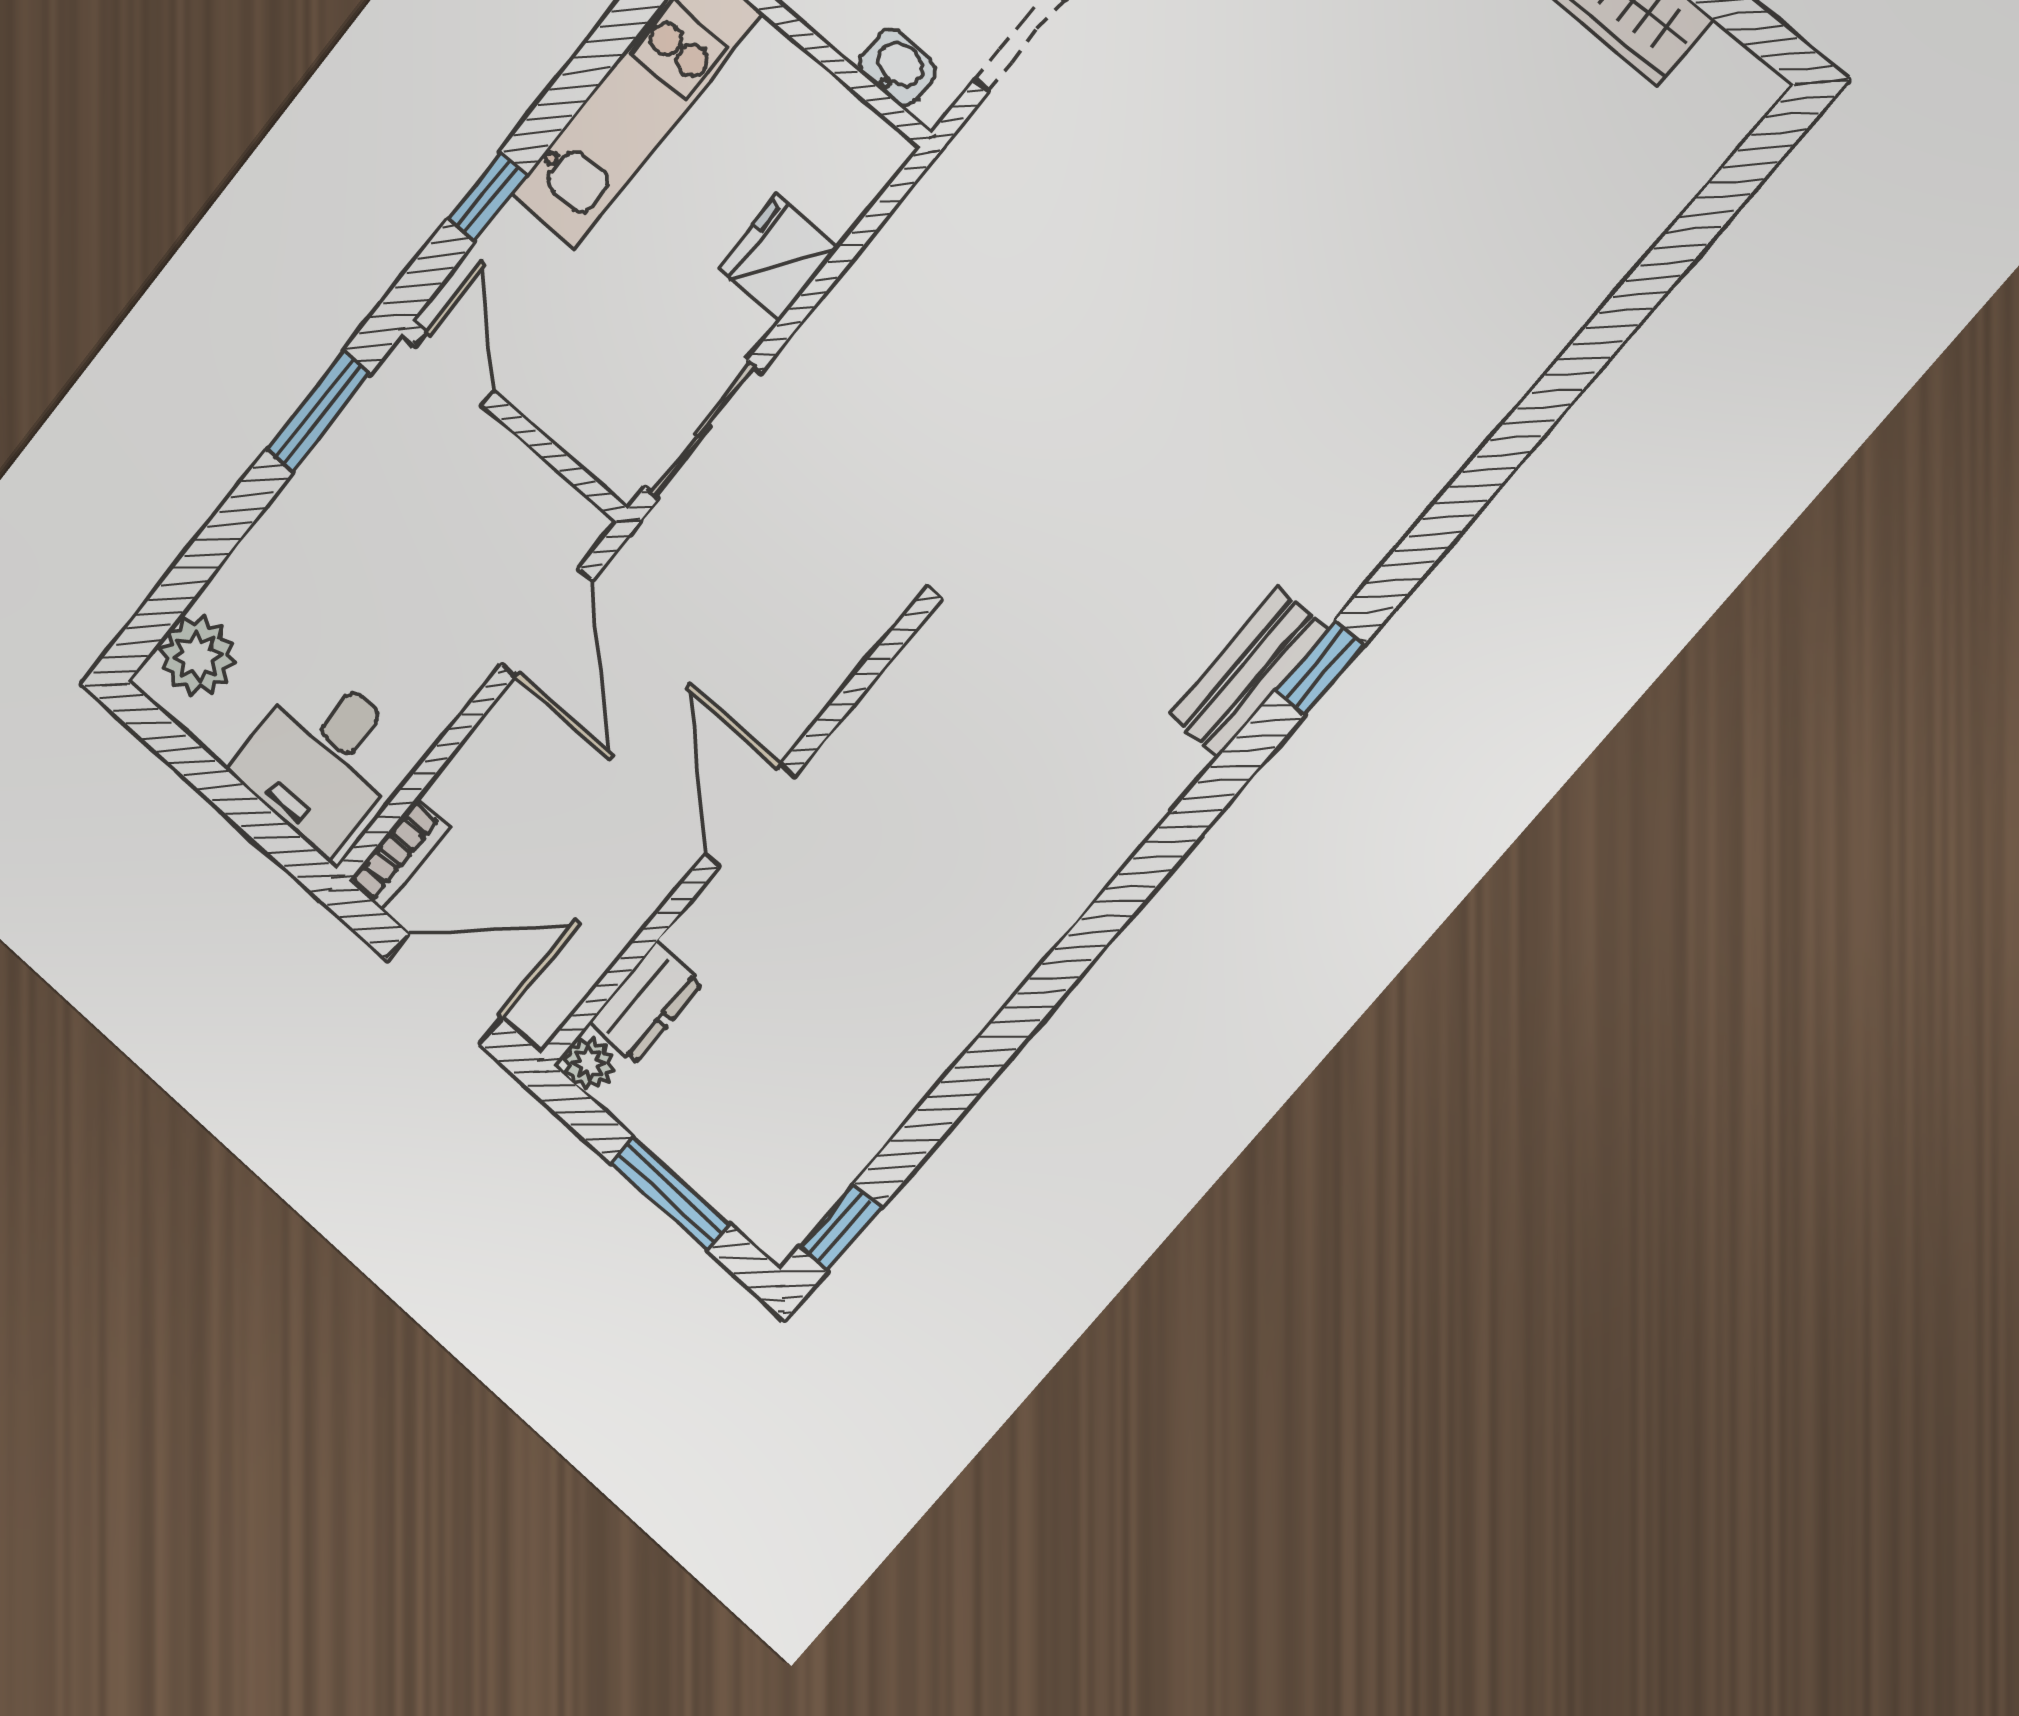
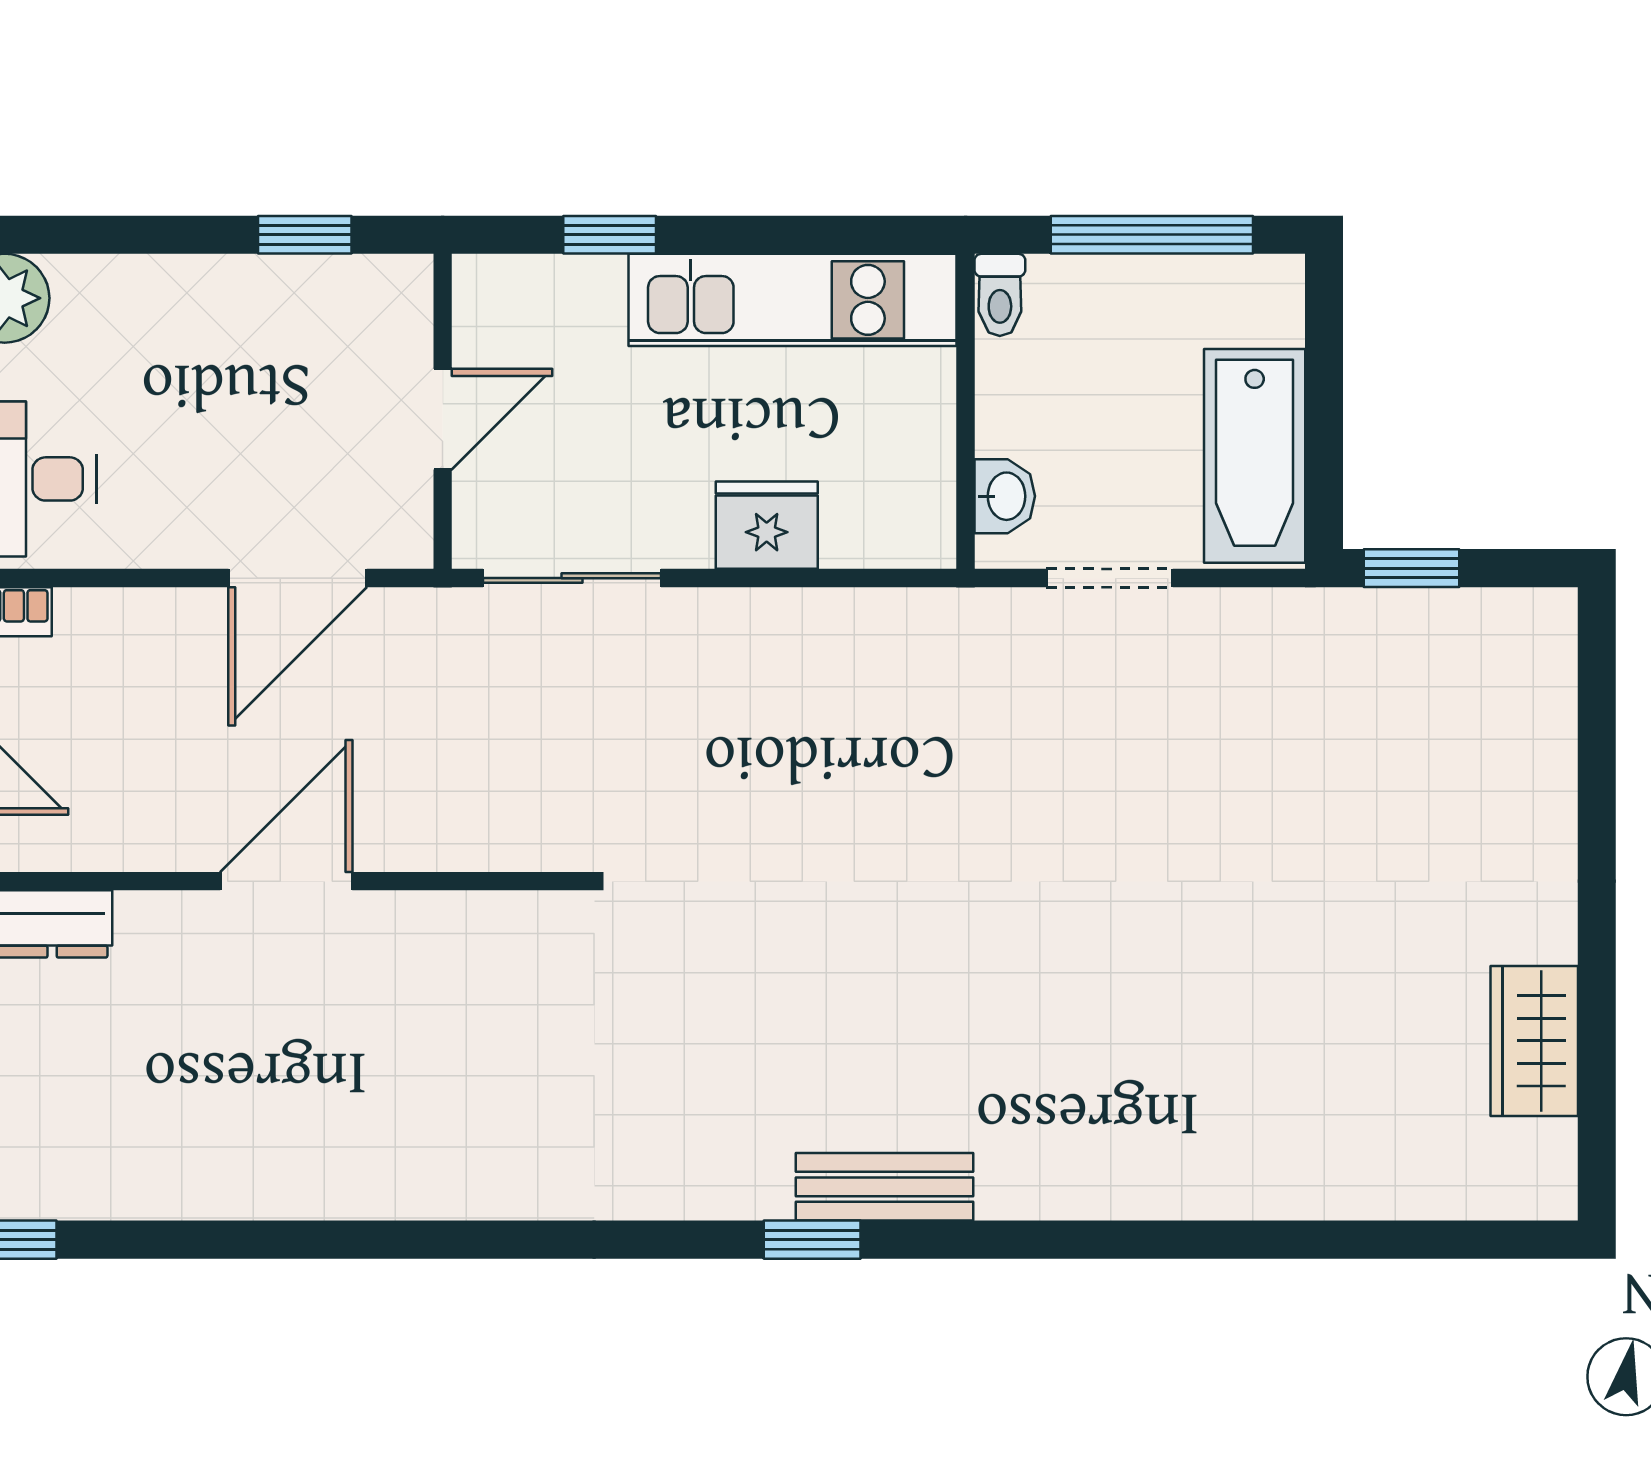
door: (454, 368) -> (443, 419), moved
window: (318, 412) -> (305, 235), width x0.67
bench: (1248, 672) -> (884, 1187), moved

